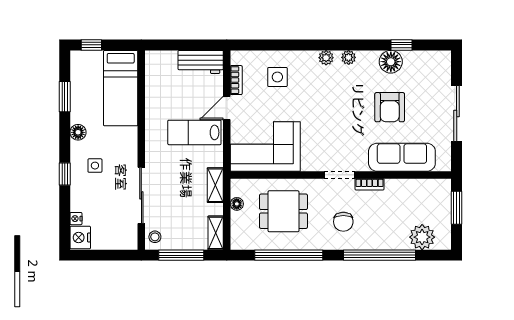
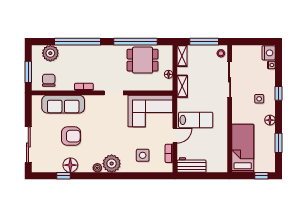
plant: (326, 58) -> (112, 164), width x1.88, depth x1.88
armchair: (390, 107) -> (71, 136), turned 90
sliding door: (457, 113) -> (28, 145), moved
doorway: (339, 175) -> (114, 93), moved
dining table: (283, 211) -> (143, 60), moved
chair: (343, 222) -> (49, 80), moved

